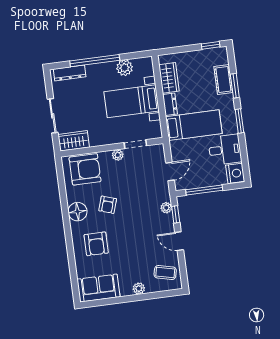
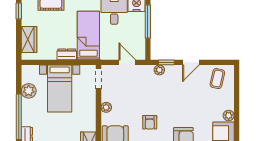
wardrobe: (169, 78) -> (29, 40), moved, turned 90
doorway: (135, 144) -> (99, 79), moved
window: (204, 190) -> (148, 22), moved
armchair: (108, 205) -> (150, 122), turned 72
plant: (139, 288) -> (229, 116), moved

